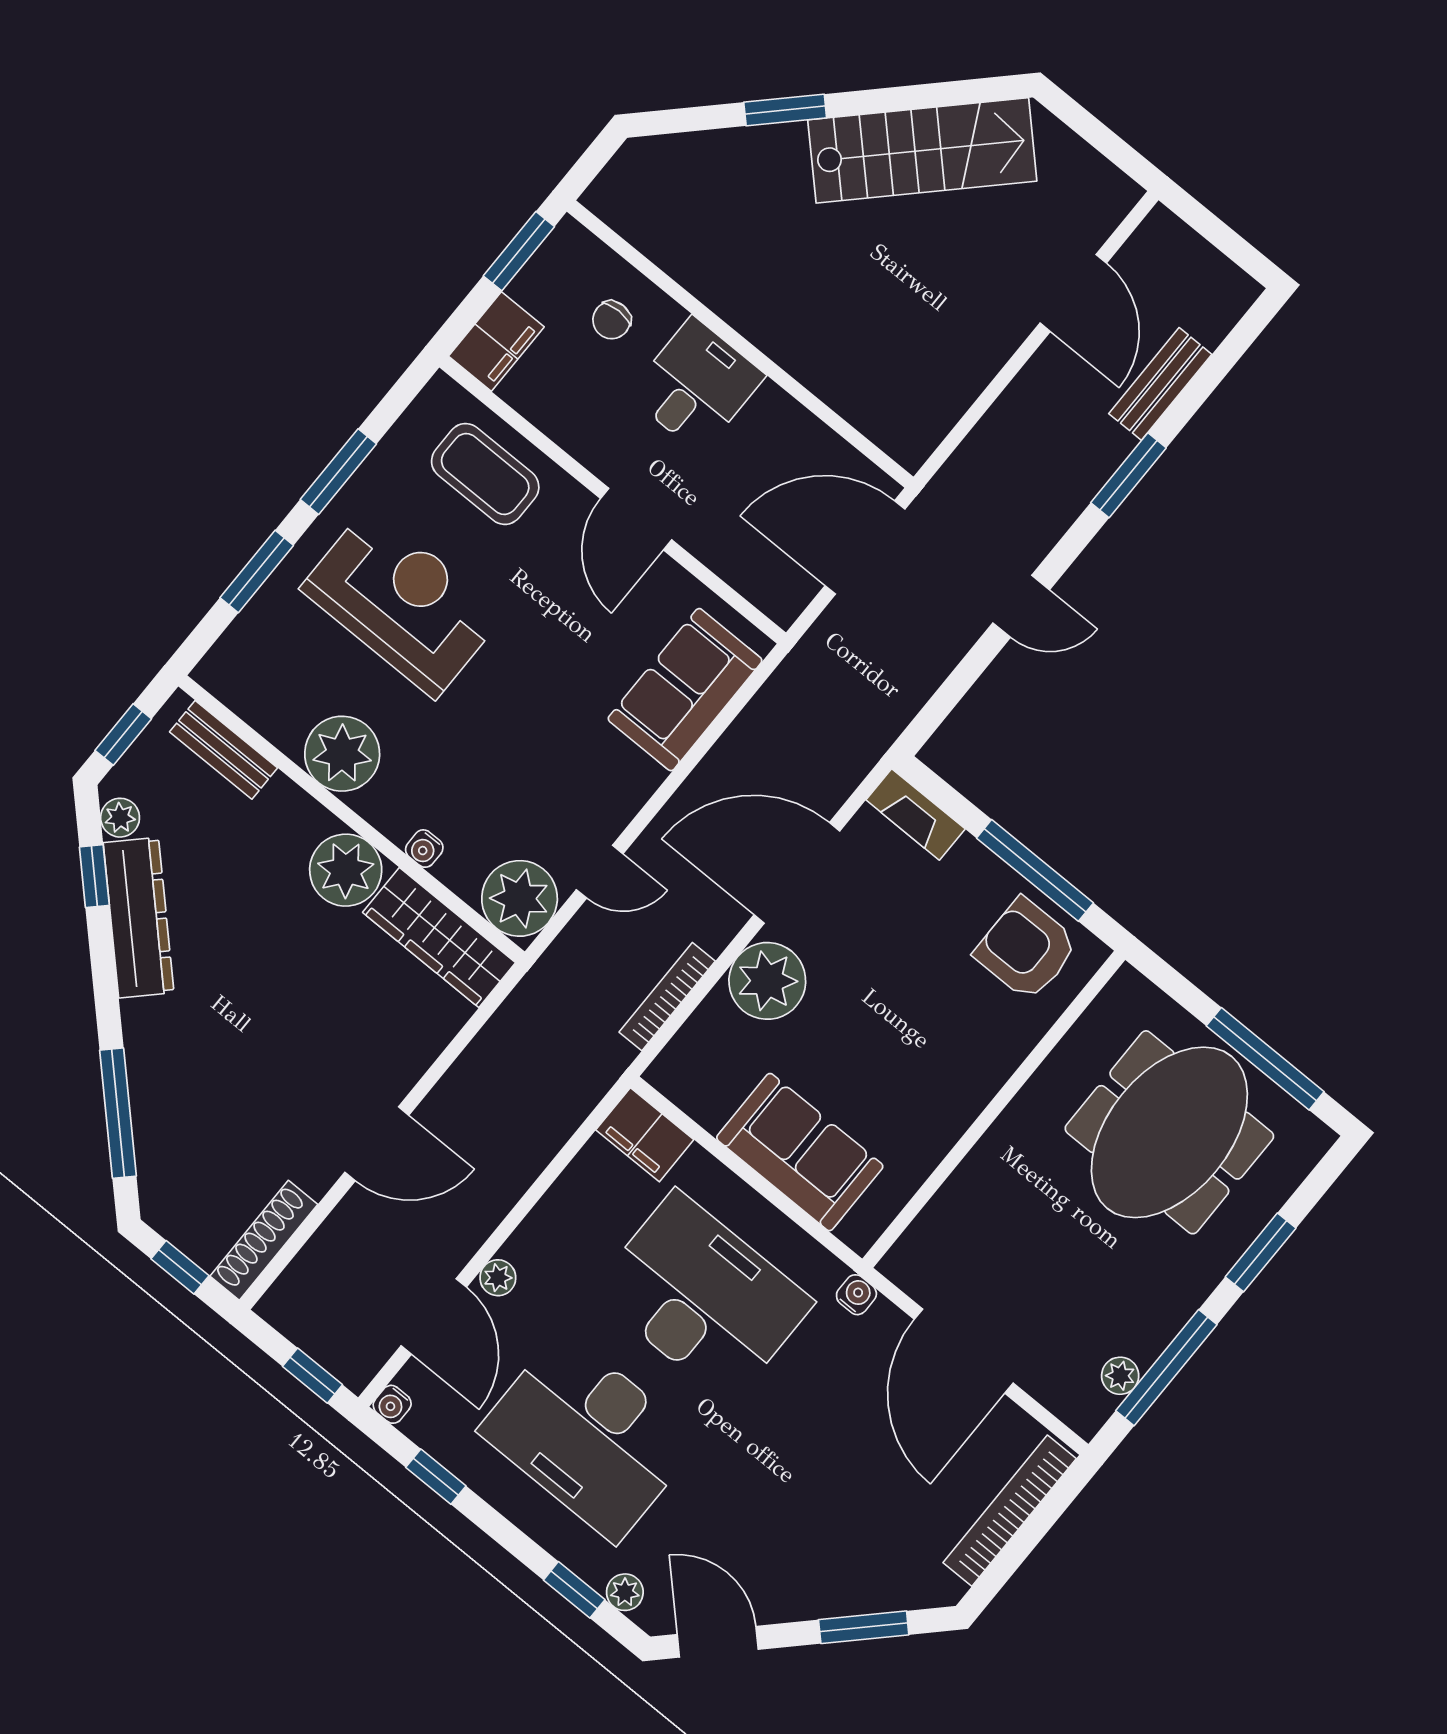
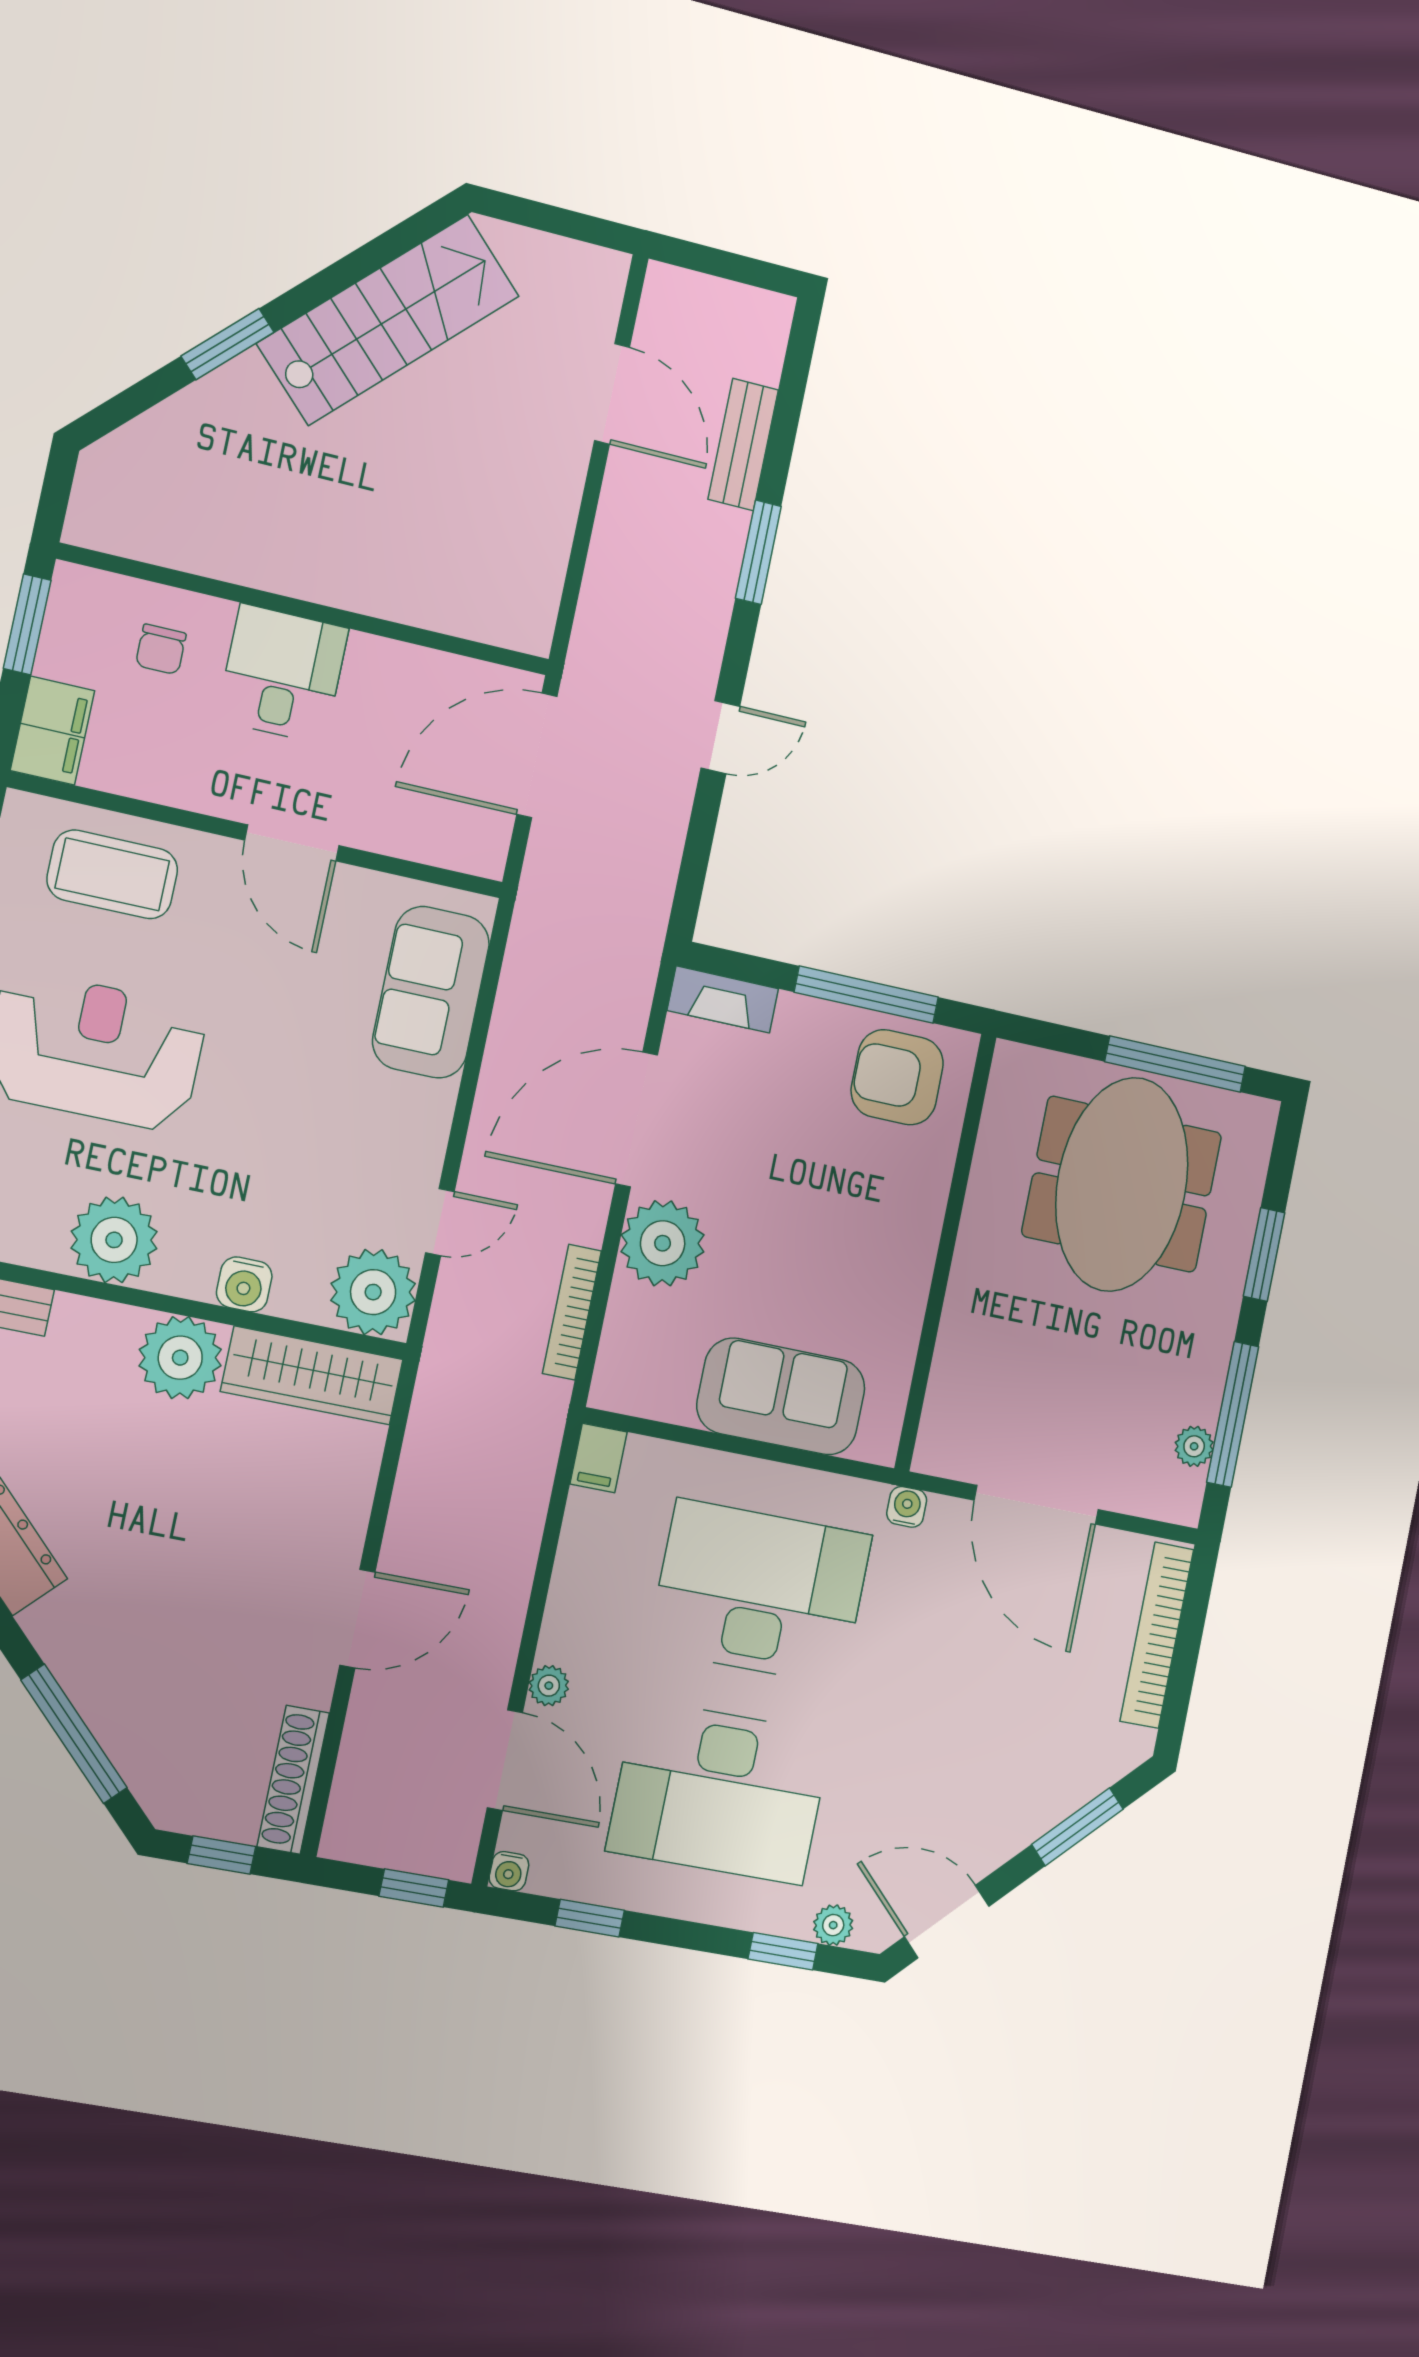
water cooler: (424, 849) -> (244, 1284), width x1.38, depth x1.38
filing cabinet: (645, 1135) -> (598, 1458), width x0.50

